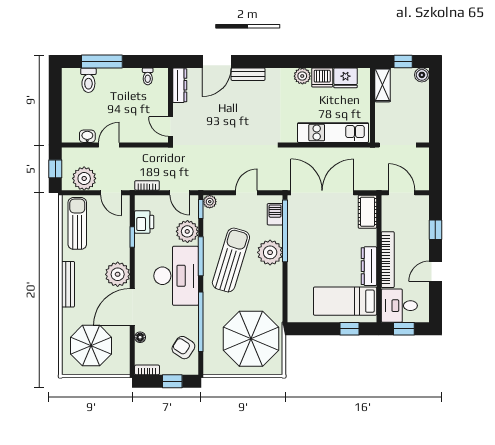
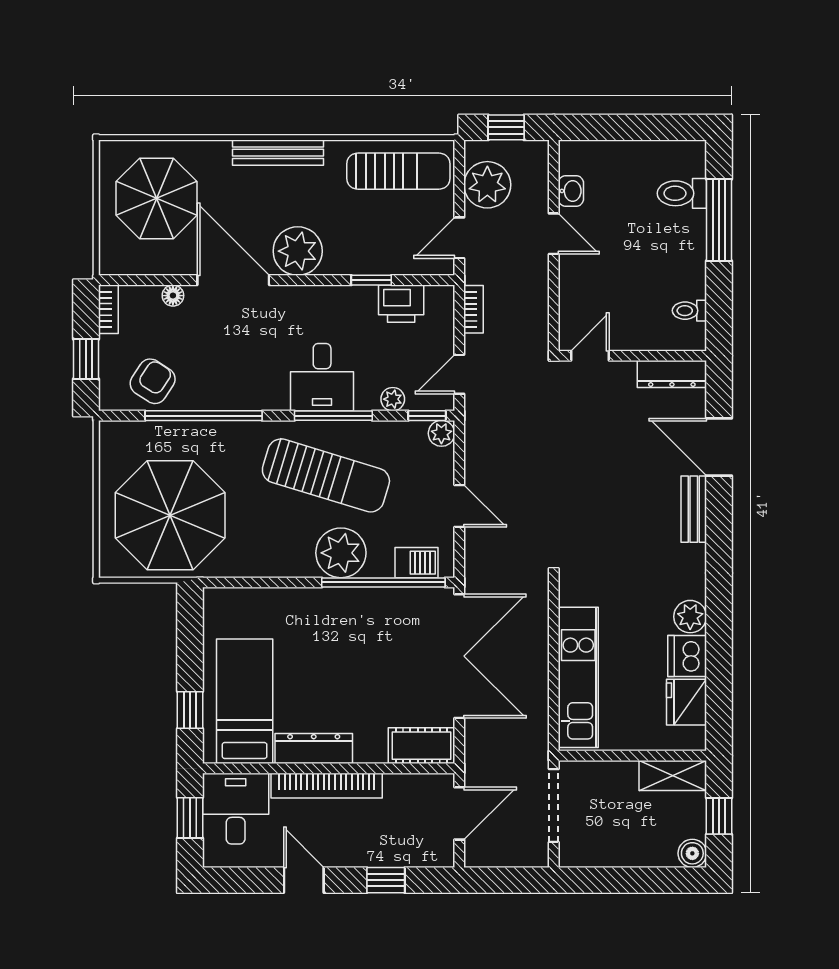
plant: (187, 231) -> (393, 399), width x0.53, depth x0.53
desk: (176, 276) -> (322, 377), width x0.53, depth x0.77

